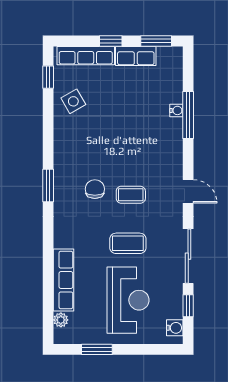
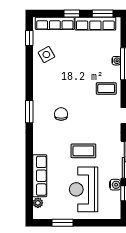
row of seats: (136, 56) -> (95, 24), width x1.48
coffee table: (131, 195) -> (106, 88), moved
reception desk: (128, 300) -> (84, 189), turned 180
water cooler: (175, 328) -> (115, 185), moved

